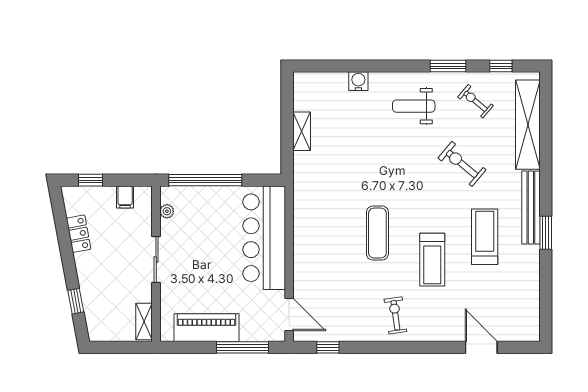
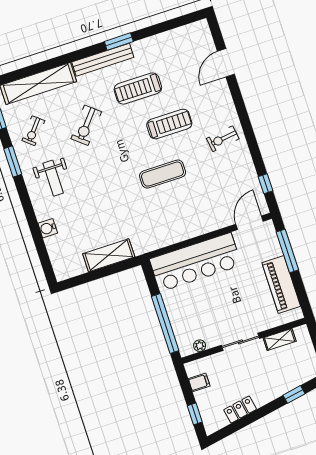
shelving: (302, 131) -> (109, 255), width x1.50, depth x1.33
shelving: (144, 321) -> (280, 340), moved

